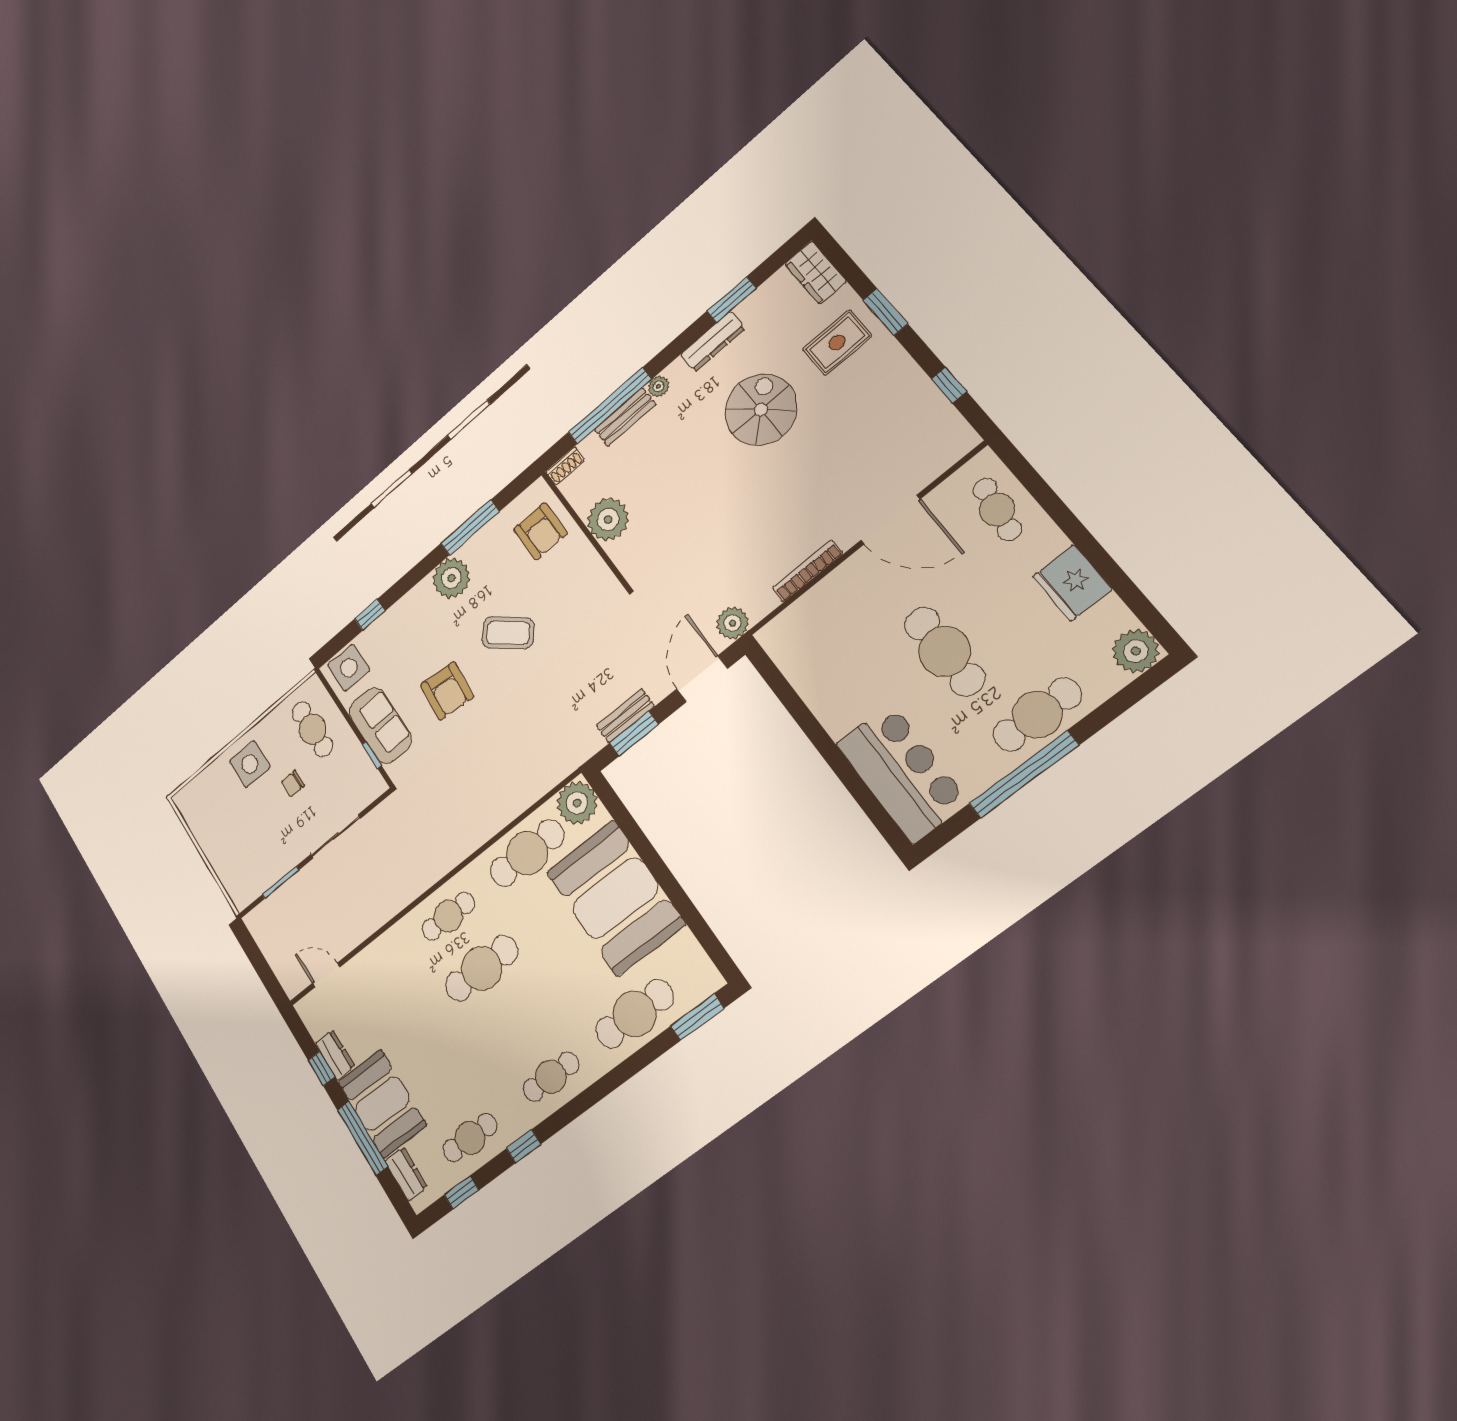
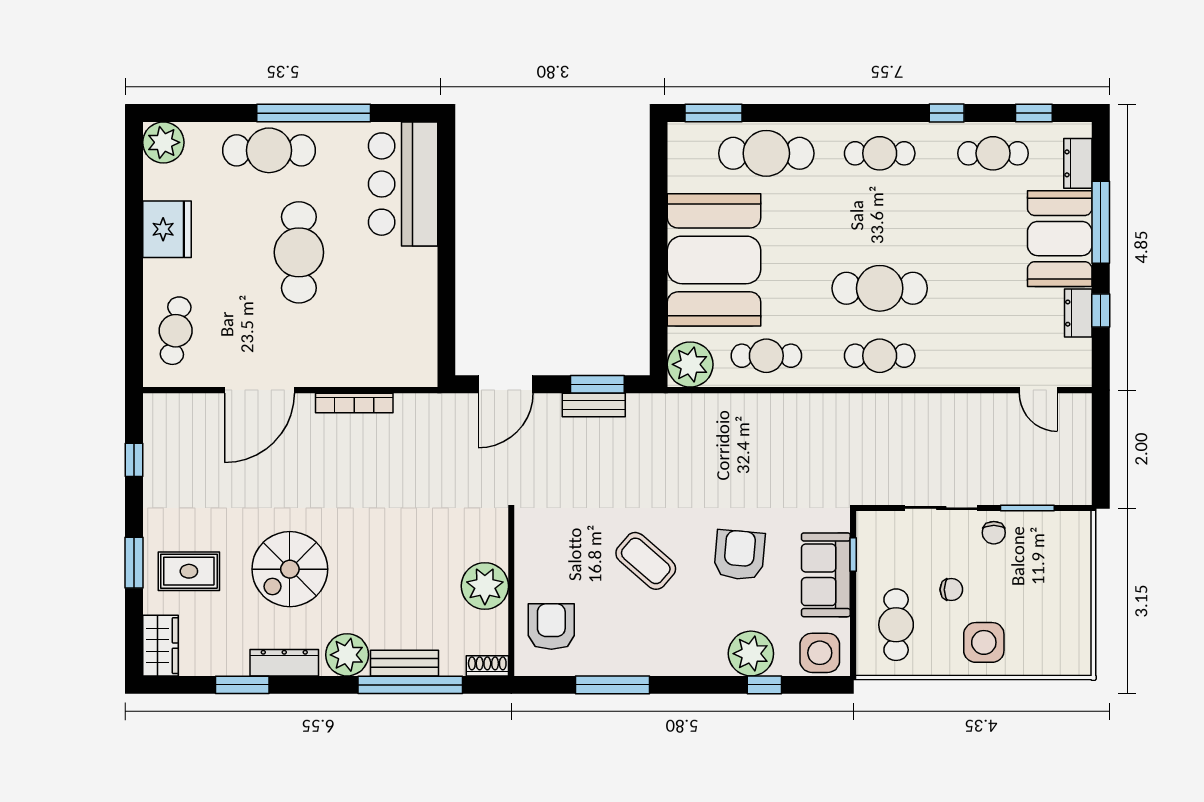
plant: (658, 386) -> (347, 655), width x1.87, depth x1.87
door: (890, 520) -> (260, 390), swing flipped
plant: (451, 578) -> (751, 654), moved
plant: (732, 623) -> (446, 410), removed
chair: (291, 847) -> (994, 533), added
cafe table: (527, 853) -> (766, 356), width x0.73, depth x0.74

